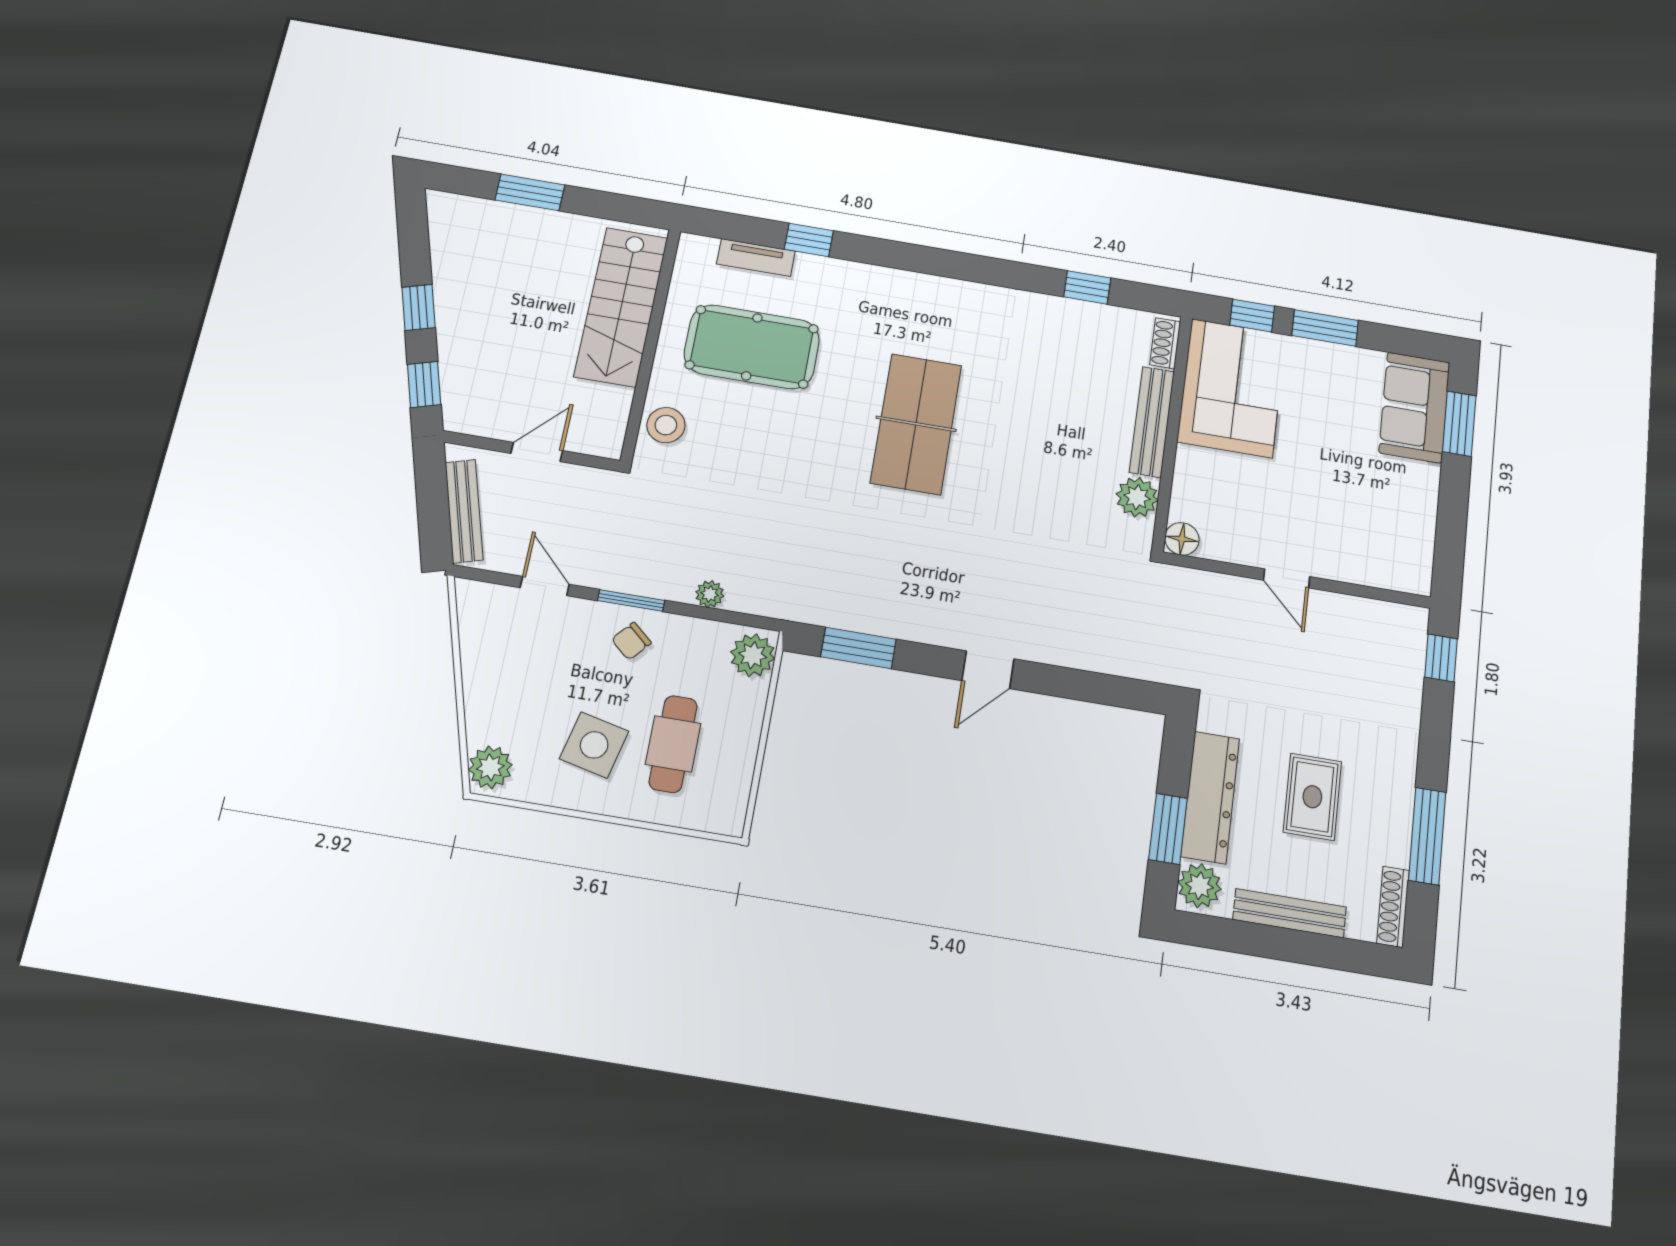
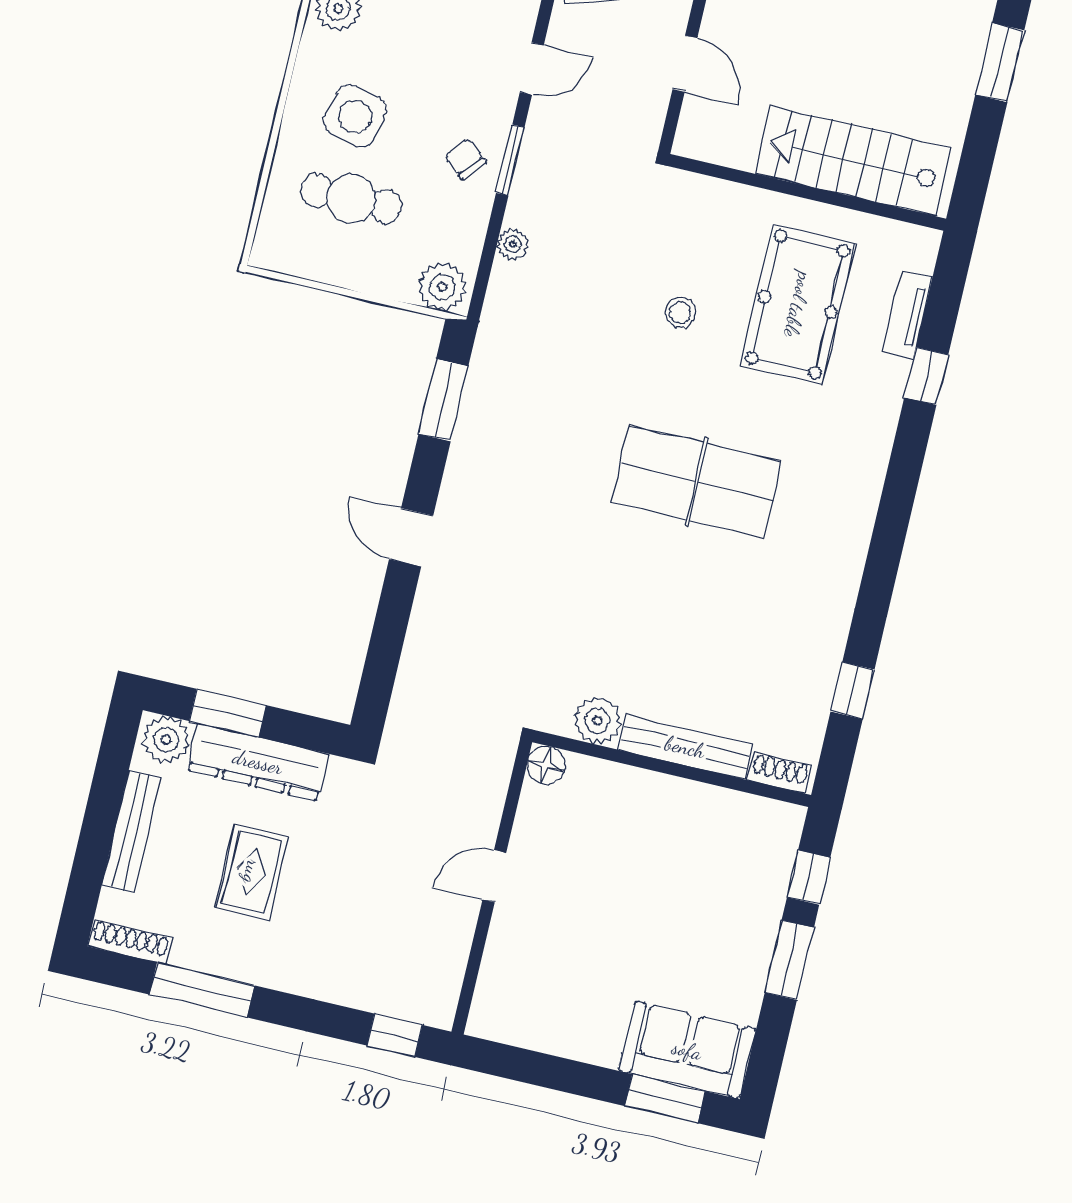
corner sofa: (1232, 388) -> (722, 843), removed
stool: (666, 425) -> (680, 312), moved, width x0.73, depth x0.73
rug: (1312, 797) -> (252, 872), turned 90

